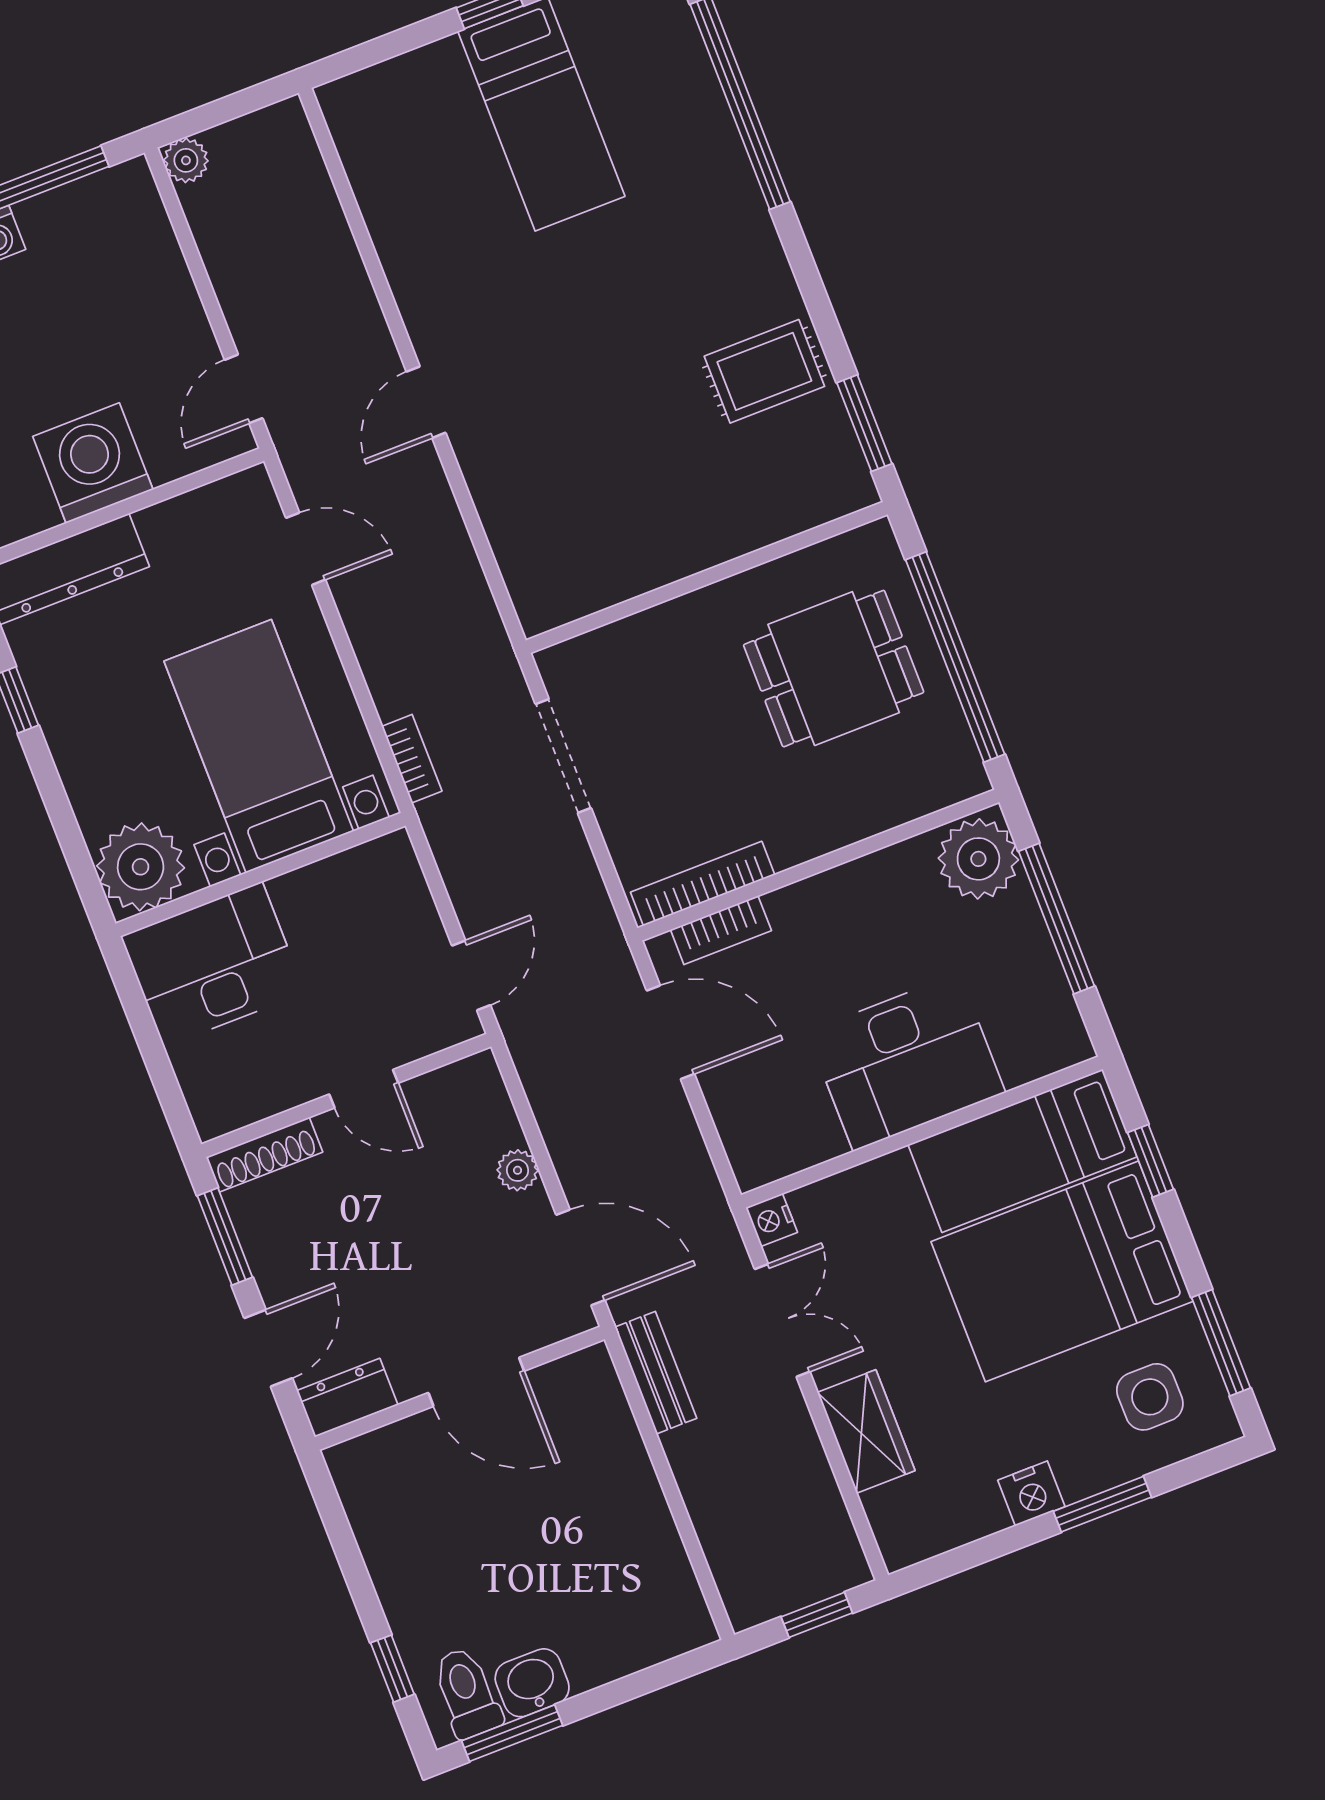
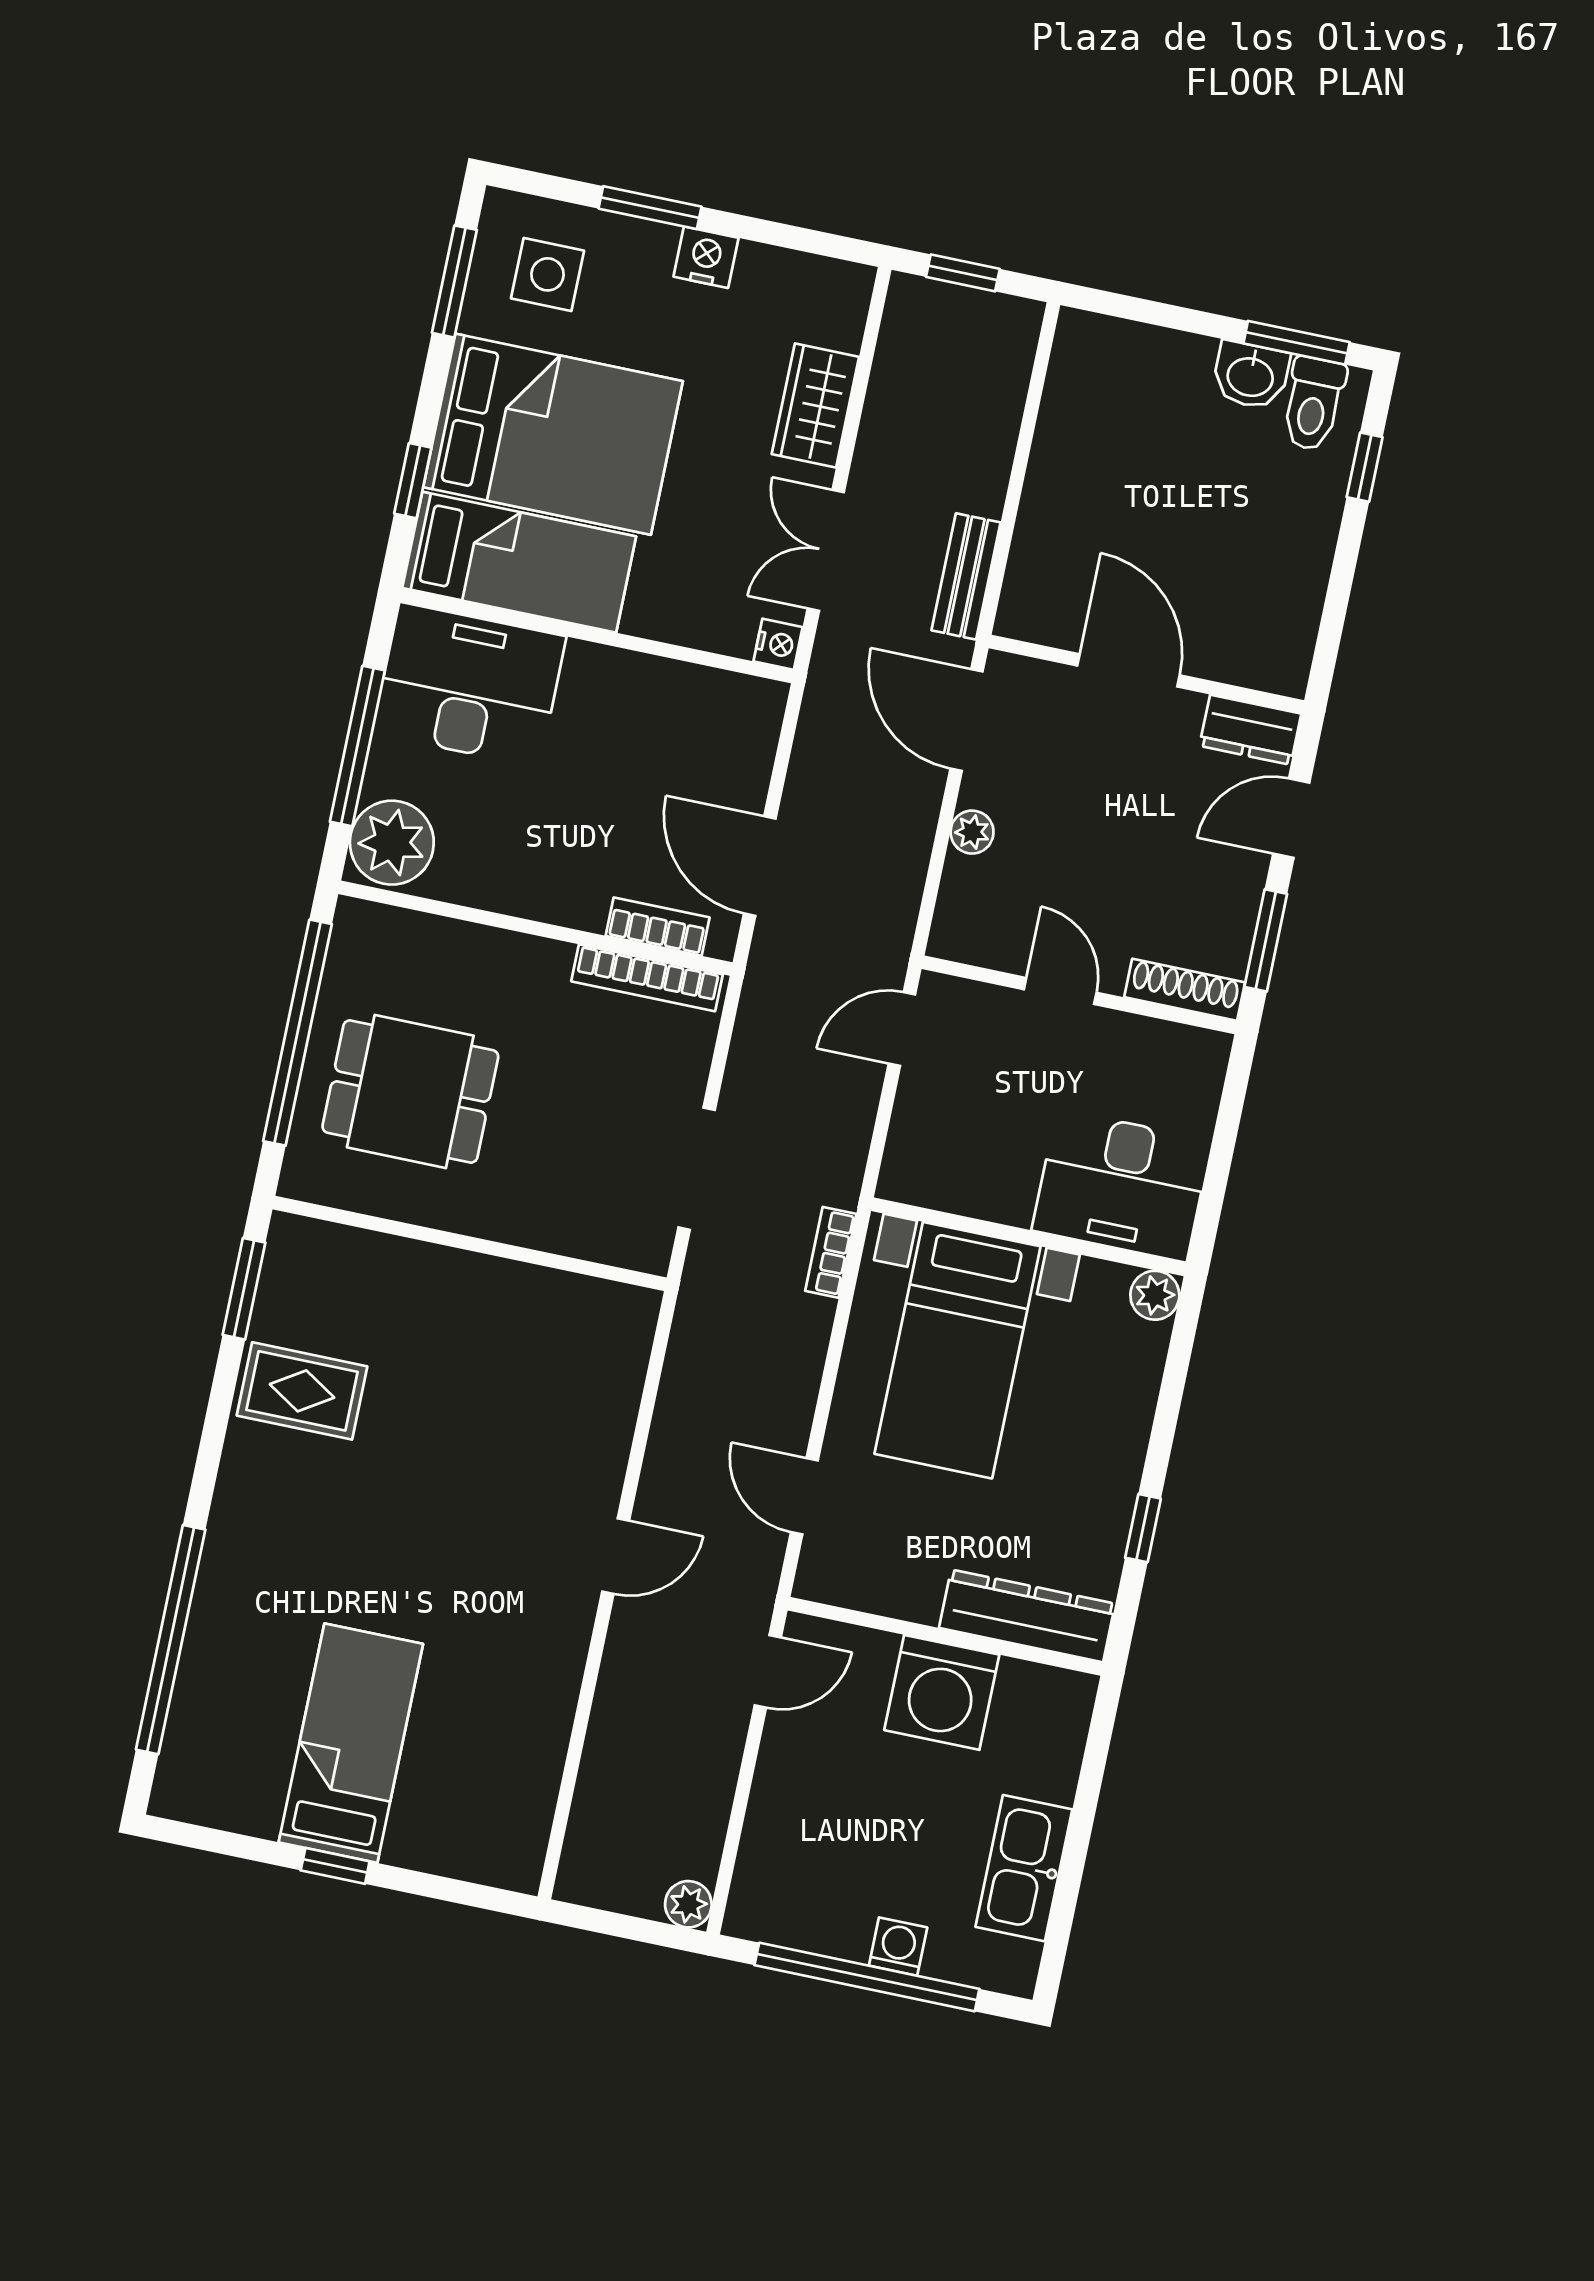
plant: (141, 867) -> (1155, 1295), width x0.53, depth x0.53
desk: (906, 1062) -> (469, 685), moved

